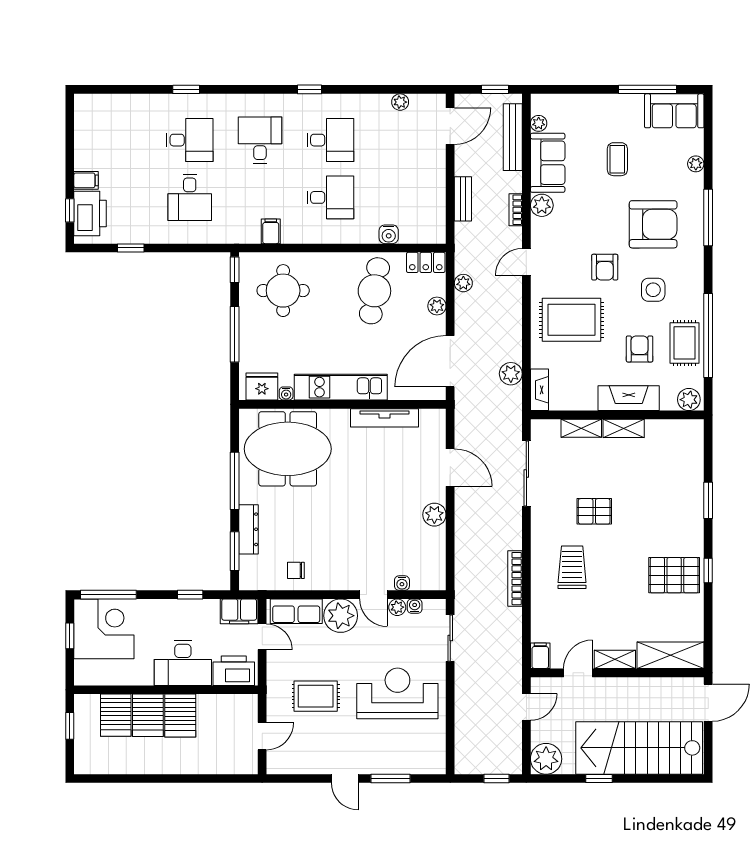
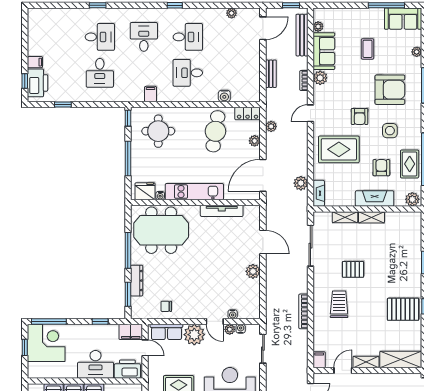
desk: (330, 197) -> (188, 73), turned 180

